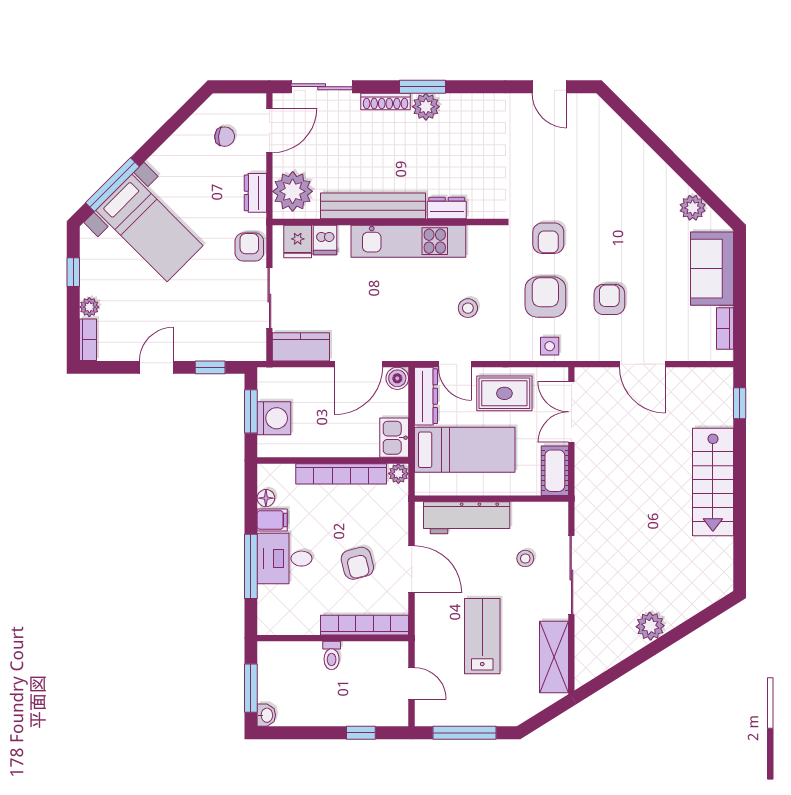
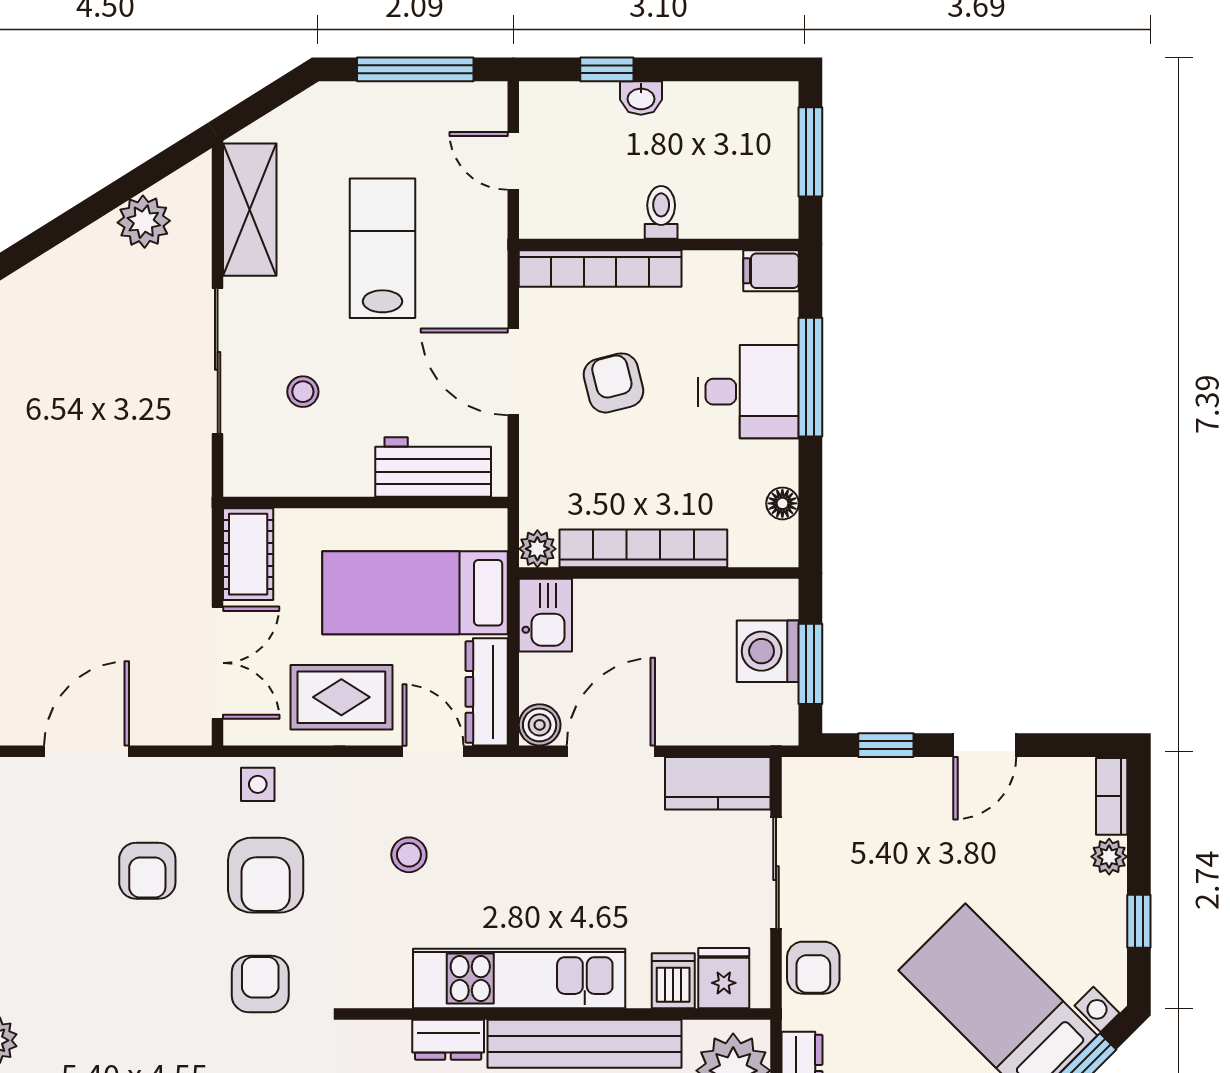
door: (642, 364) -> (87, 751), hinge flipped
workbench: (467, 518) -> (433, 467), width x0.73
filing cabinet: (272, 520) -> (771, 271), moved
plant: (650, 626) -> (144, 222), moved
lab bench: (482, 636) -> (382, 248), turned 180
washbasin: (266, 715) -> (641, 98), moved, turned -90

